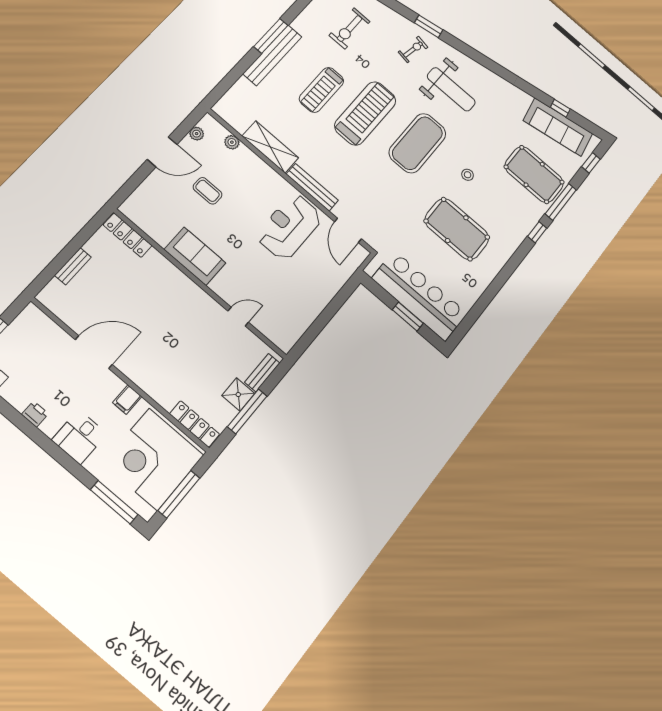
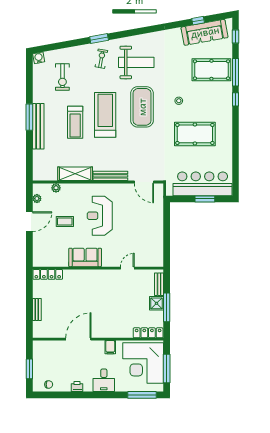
reception desk: (289, 227) -> (100, 216), moved

